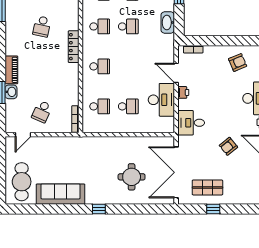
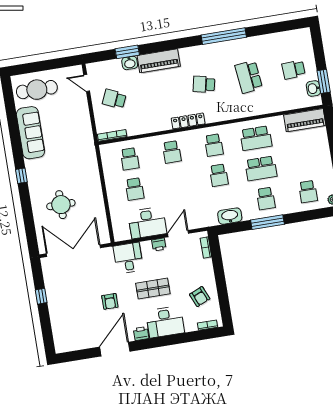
piano: (11, 70) -> (159, 61), width x1.37, depth x1.33
armchair: (228, 146) -> (110, 301), turned -141
shop shelf: (207, 187) -> (153, 288), moved, turned 90

